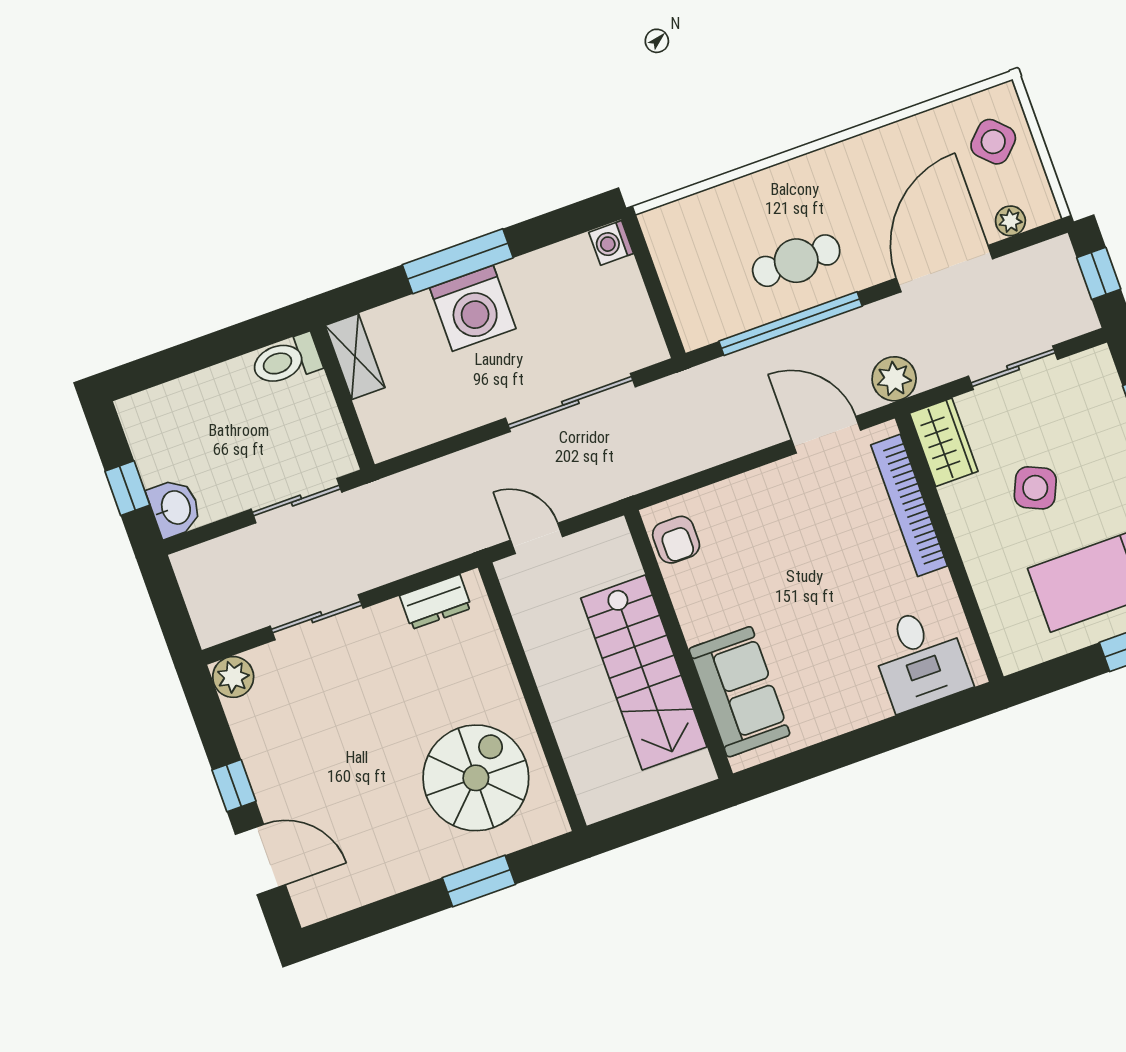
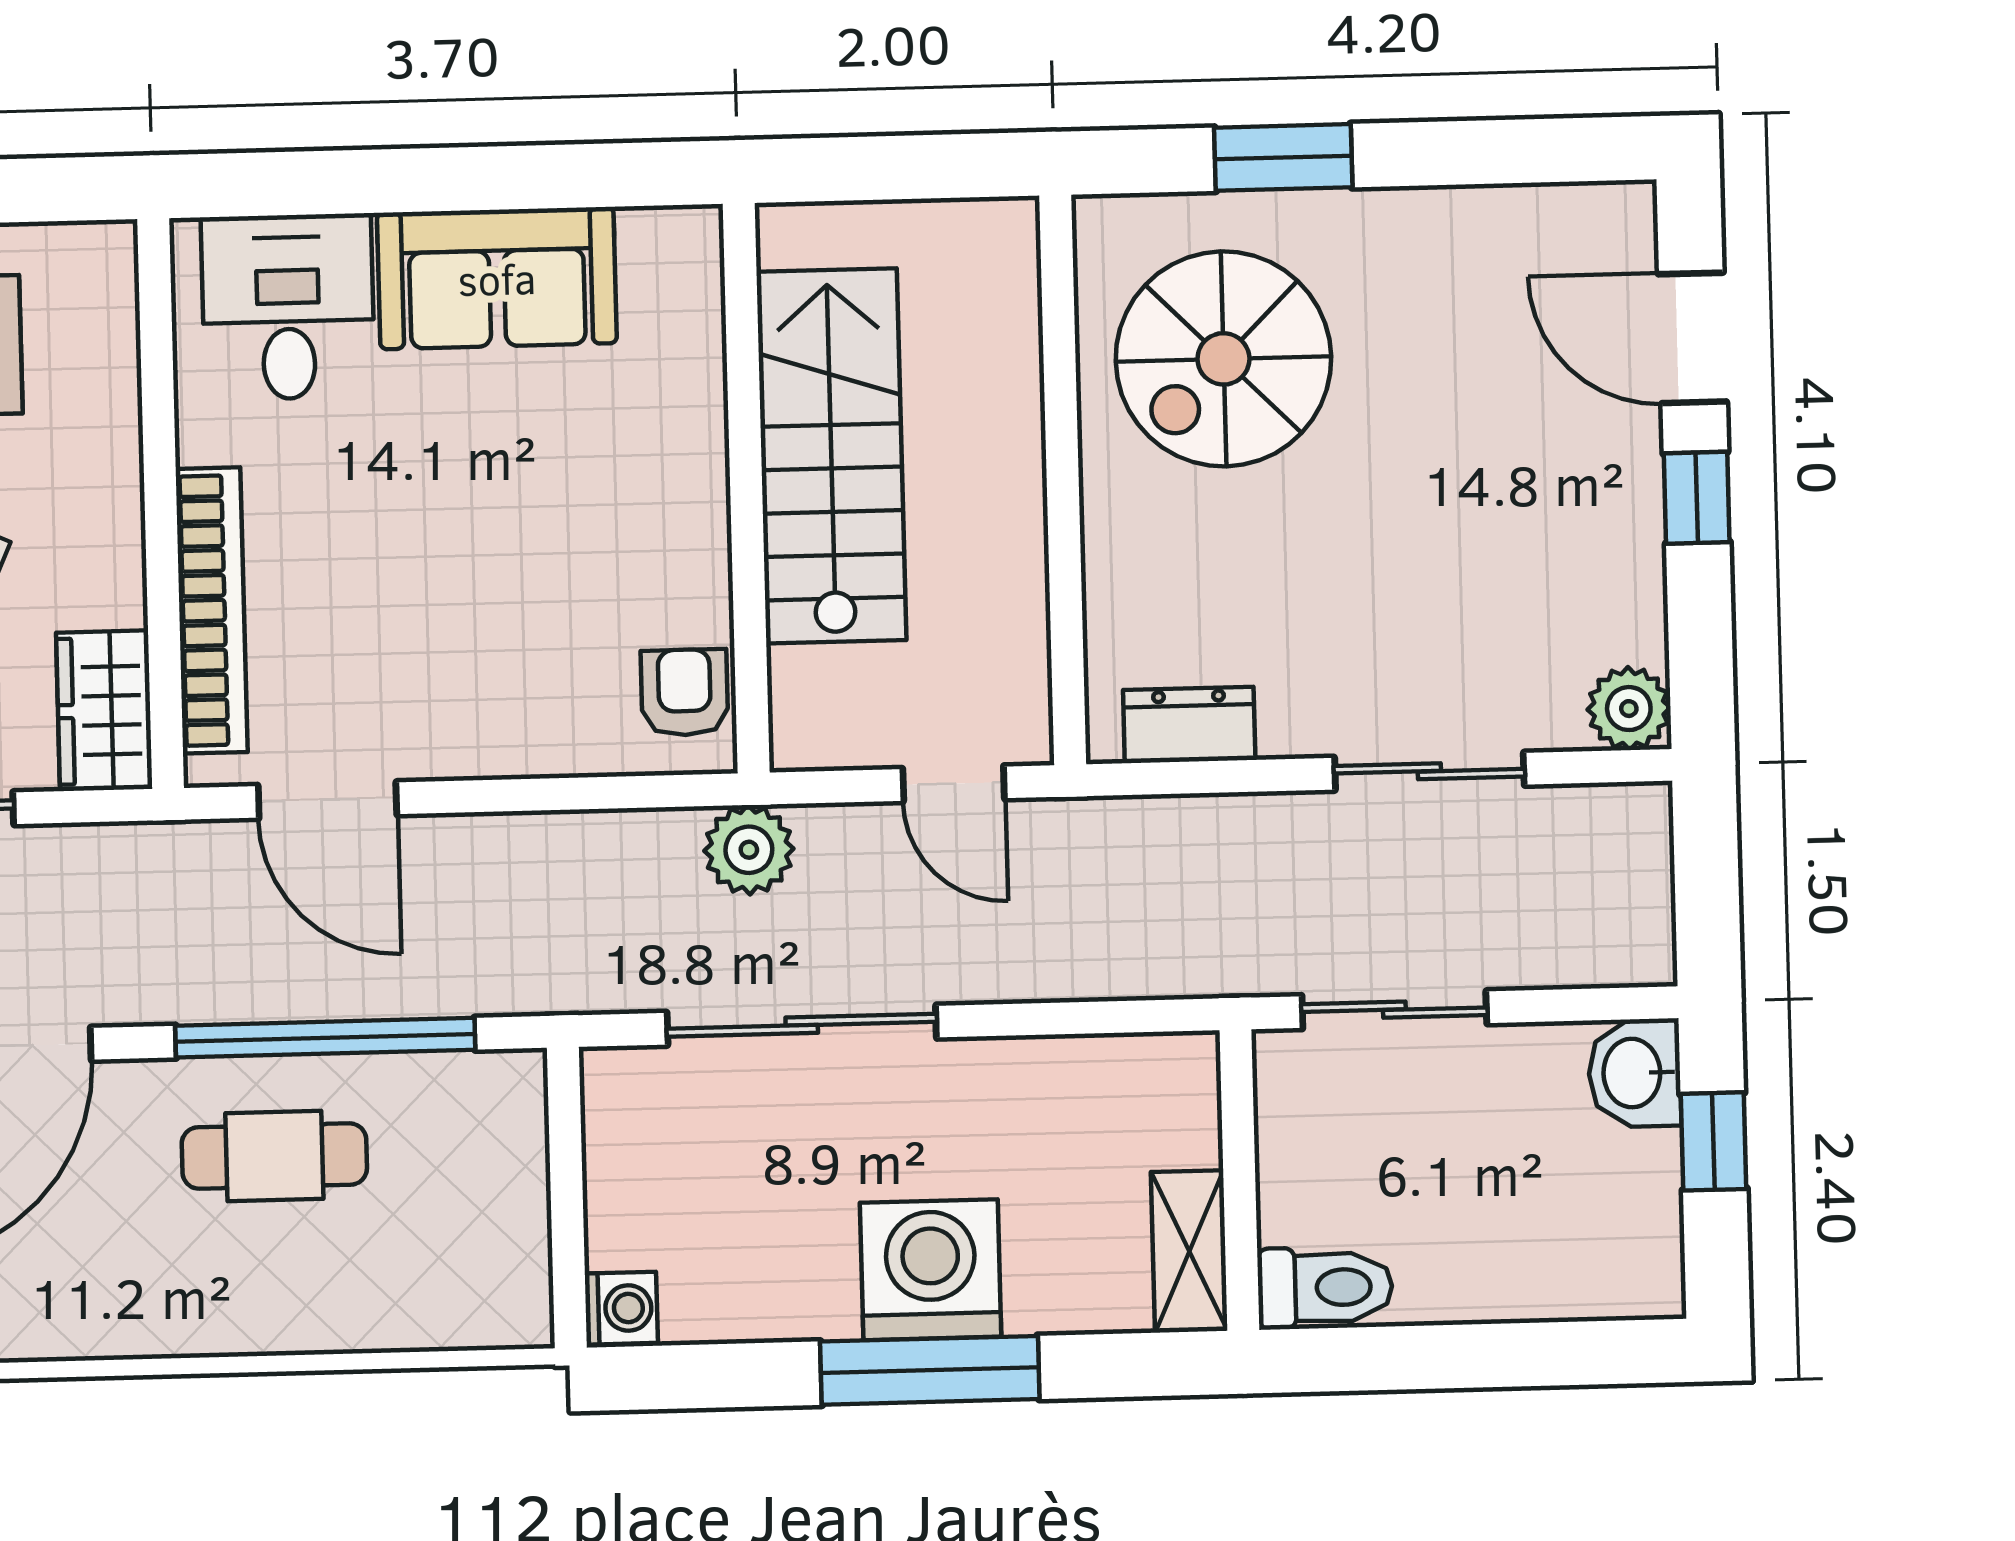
plant: (894, 379) -> (749, 850), moved
sofa: (739, 692) -> (497, 278), moved, turned -90

